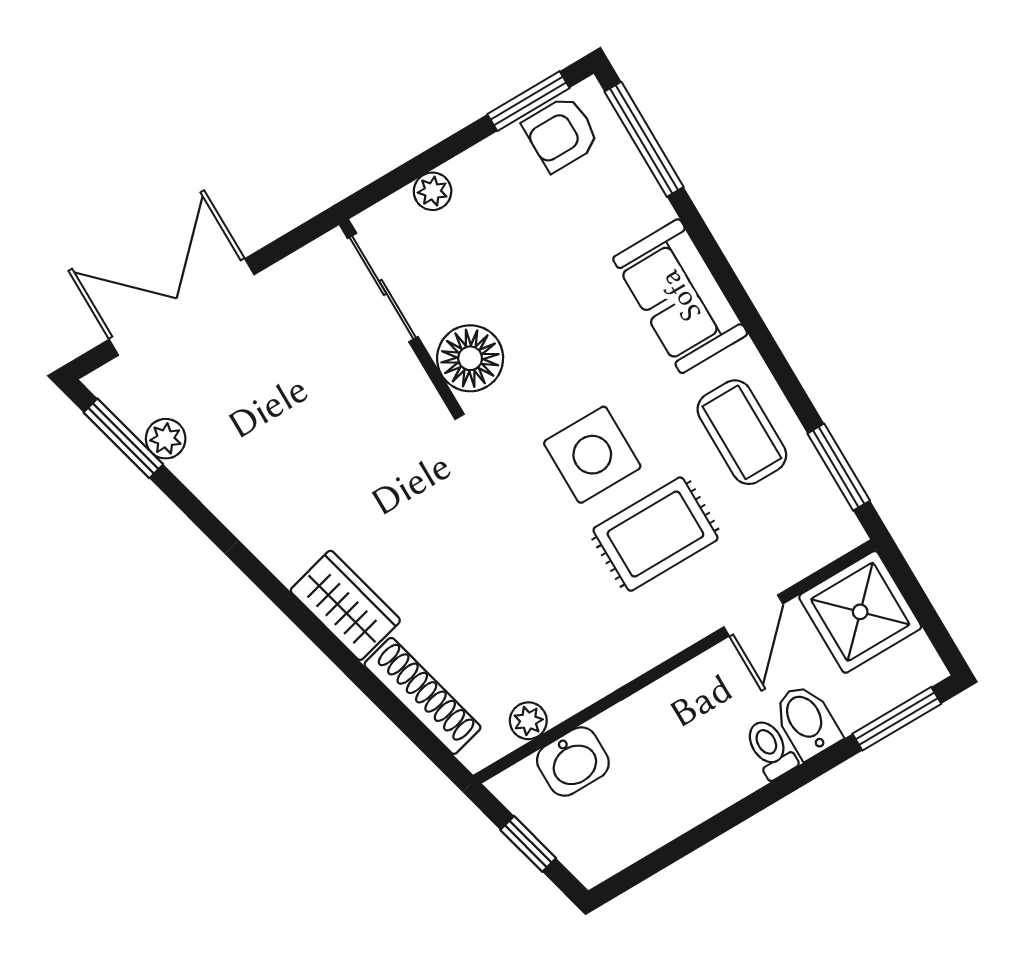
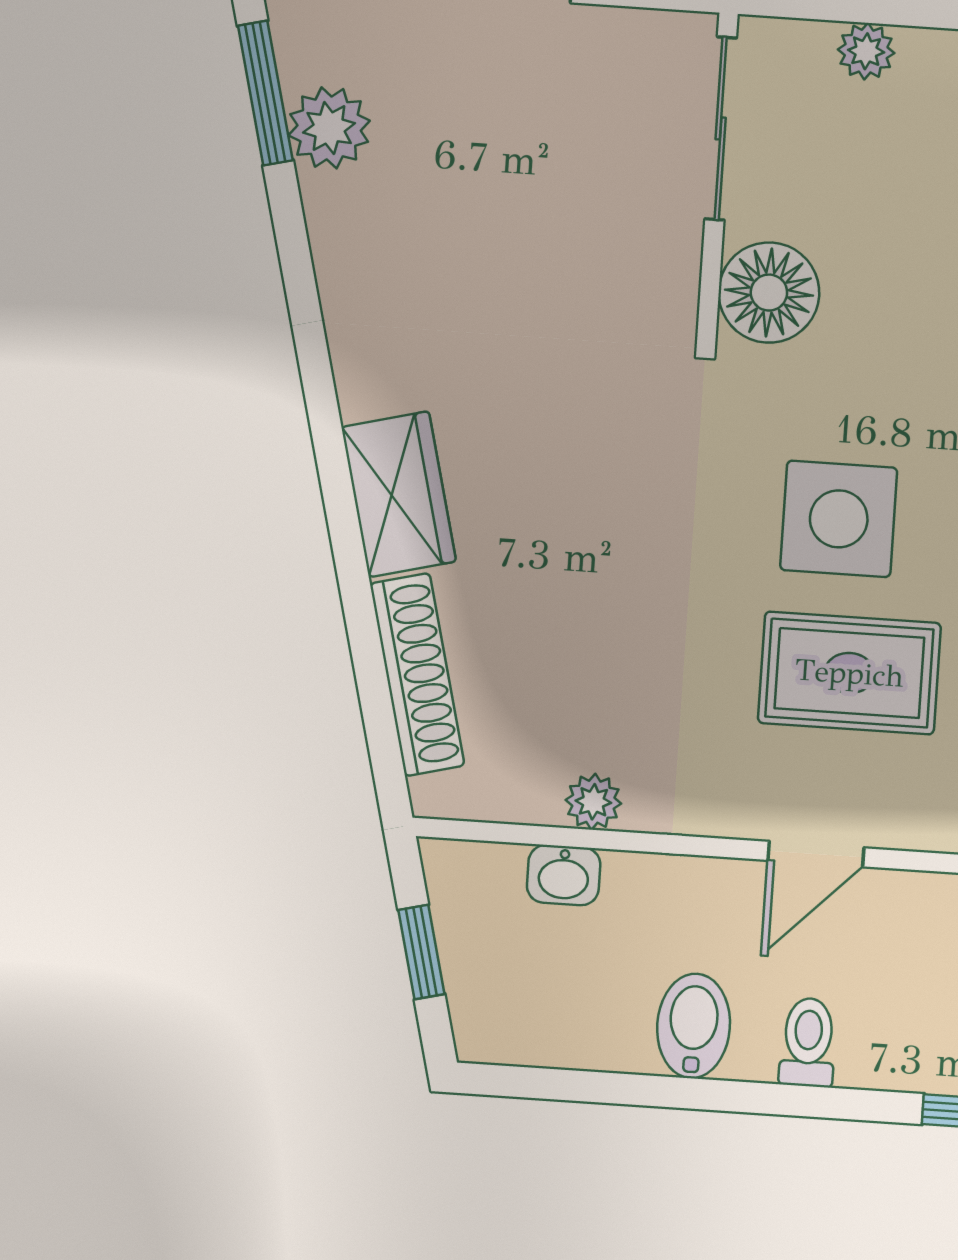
plant: (166, 439) -> (329, 128), width x1.38, depth x1.38
door: (753, 615) -> (816, 854), moved
plant: (528, 721) -> (593, 802), moved
bidet: (807, 721) -> (694, 1026), moved
washbasin: (573, 762) -> (564, 875), width x0.72, depth x0.69

